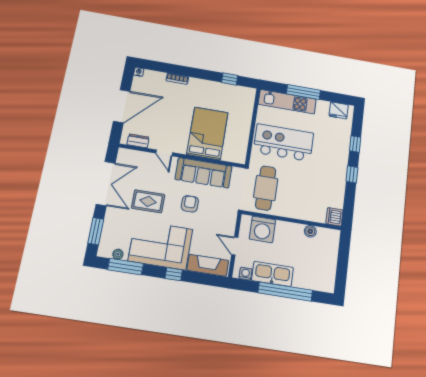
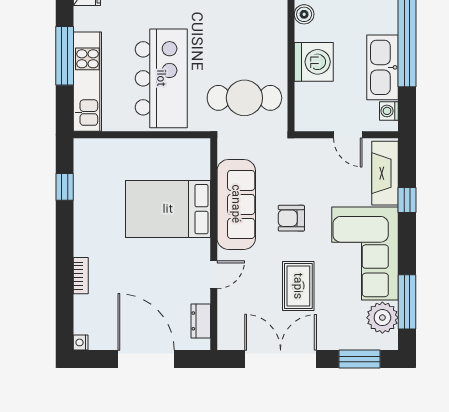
kitchen island: (284, 143) -> (161, 78), turned 180
washing machine: (262, 229) -> (314, 62), moved
door: (235, 246) -> (348, 135), hinge flipped
plant: (118, 254) -> (382, 318), width x1.87, depth x1.87
window: (174, 274) -> (407, 200), moved

